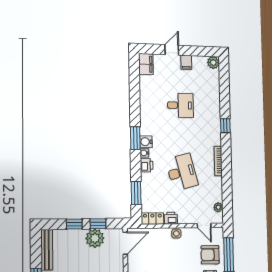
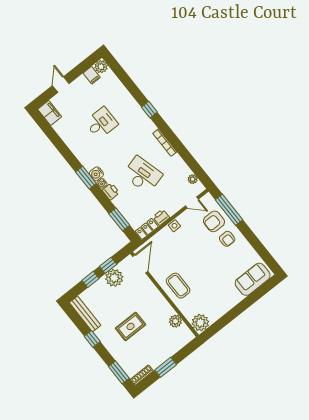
filing cabinet: (186, 62) -> (92, 75), moved

